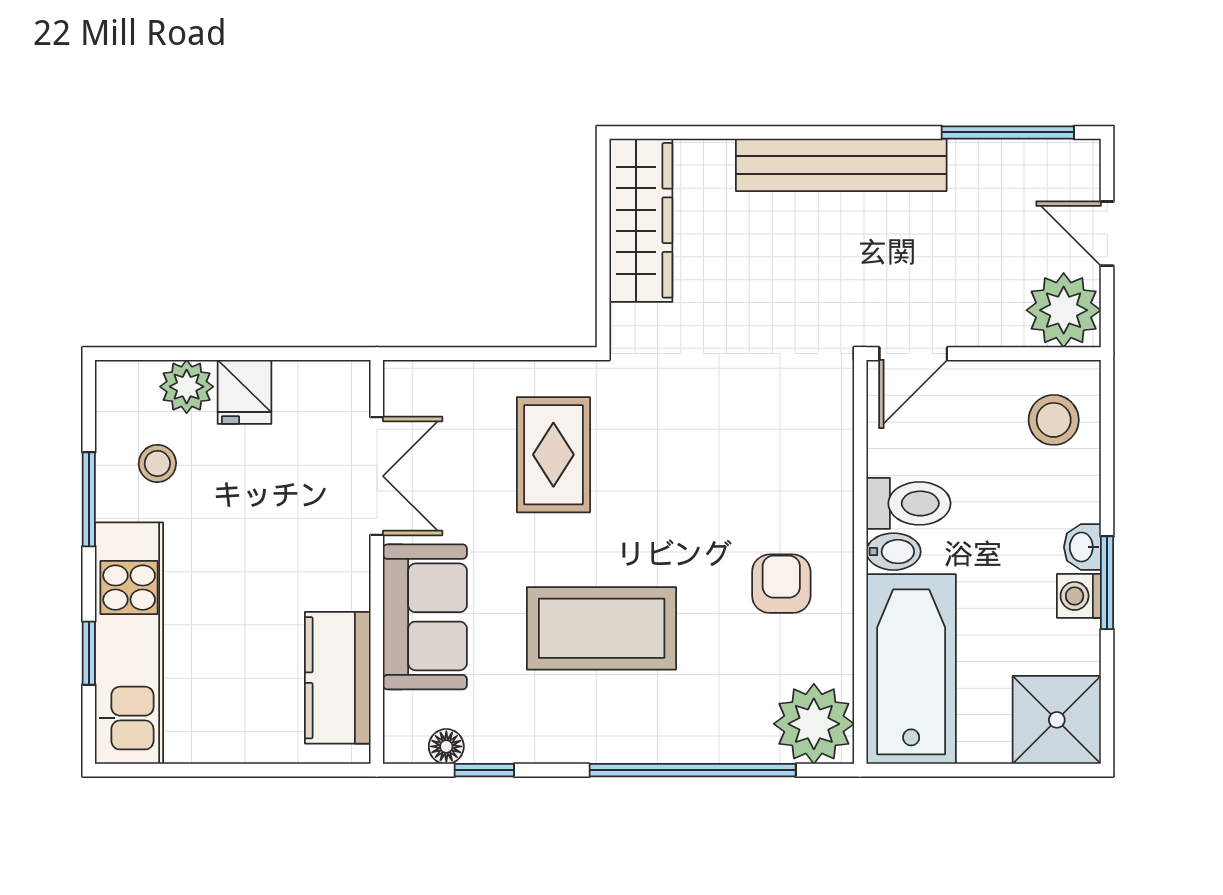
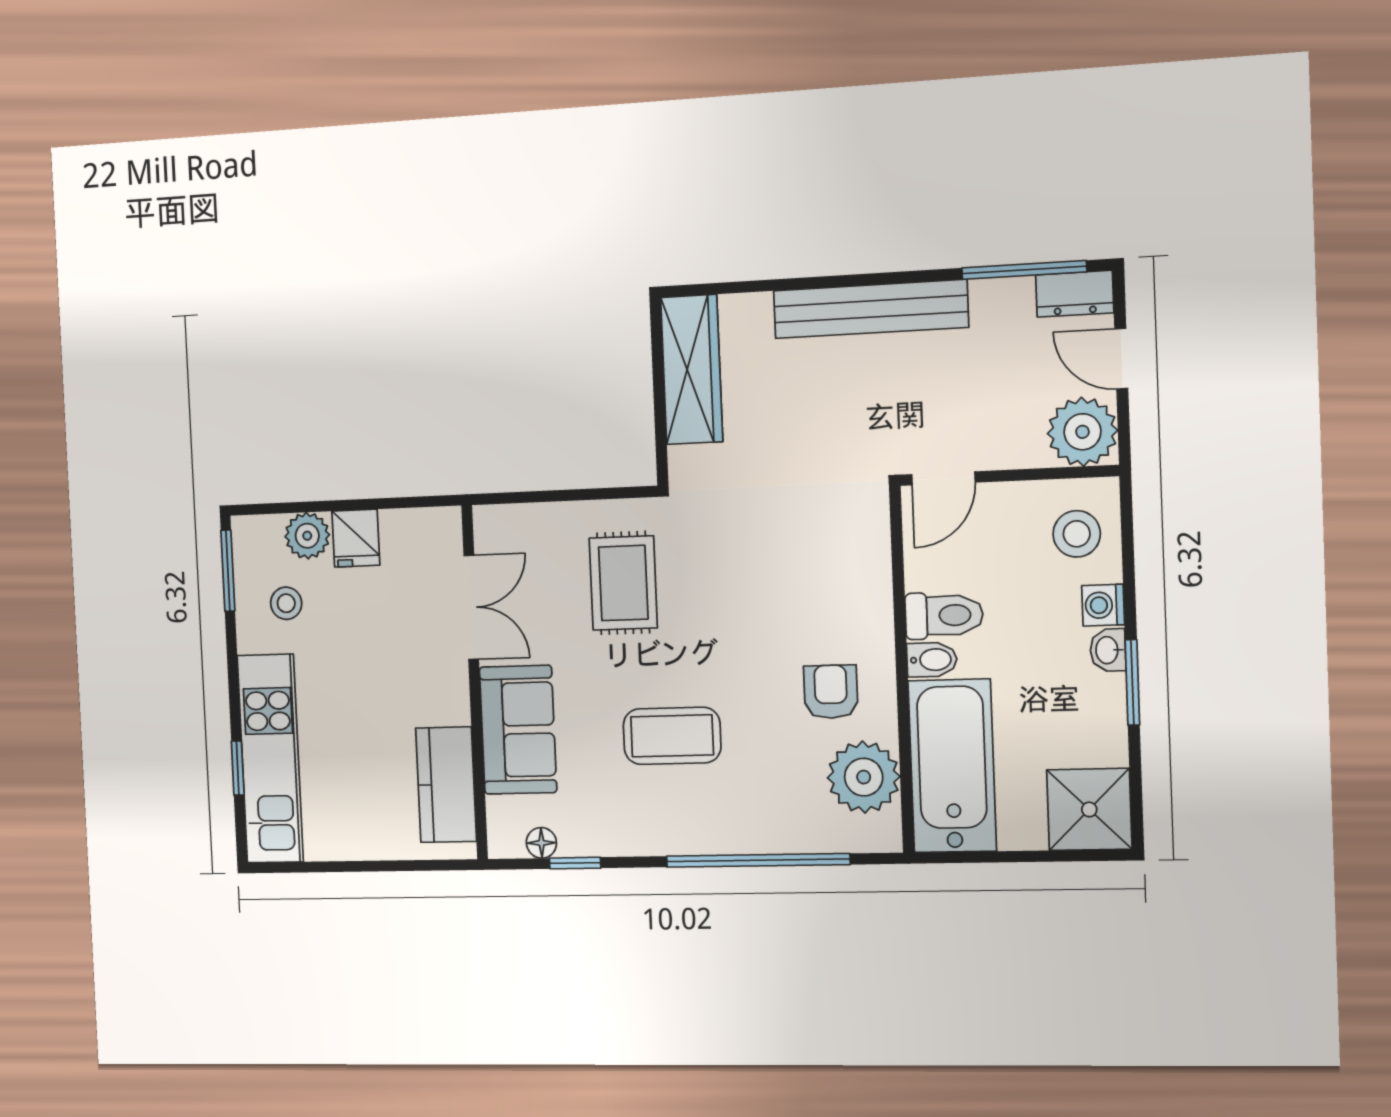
dresser: (1060, 161) -> (1075, 294), added
window: (89, 499) -> (228, 571), moved
washing machine: (1079, 596) -> (1103, 605), moved
coffee table: (602, 628) -> (672, 736), width x0.73, depth x0.76
plant: (814, 724) -> (864, 777), moved

